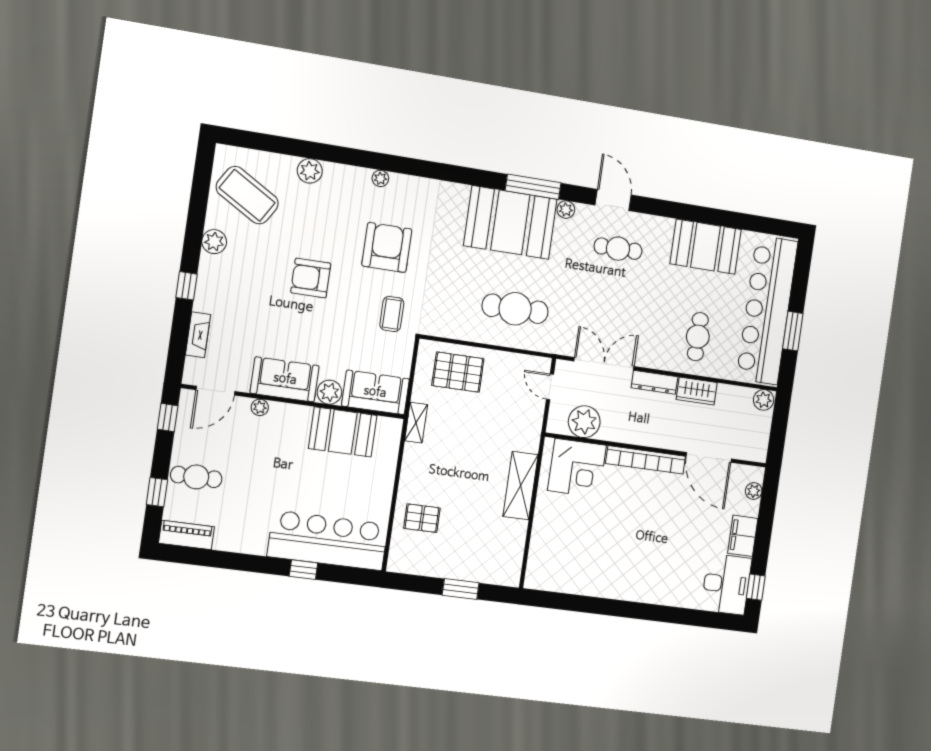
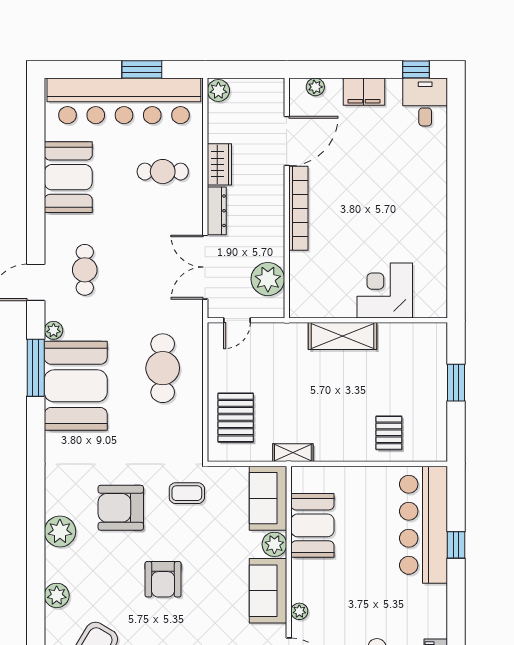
plant: (380, 178) -> (60, 531), width x1.88, depth x1.88
corner desk: (577, 468) -> (385, 290), moved, turned -90
desk: (726, 584) -> (425, 102), width x0.73

